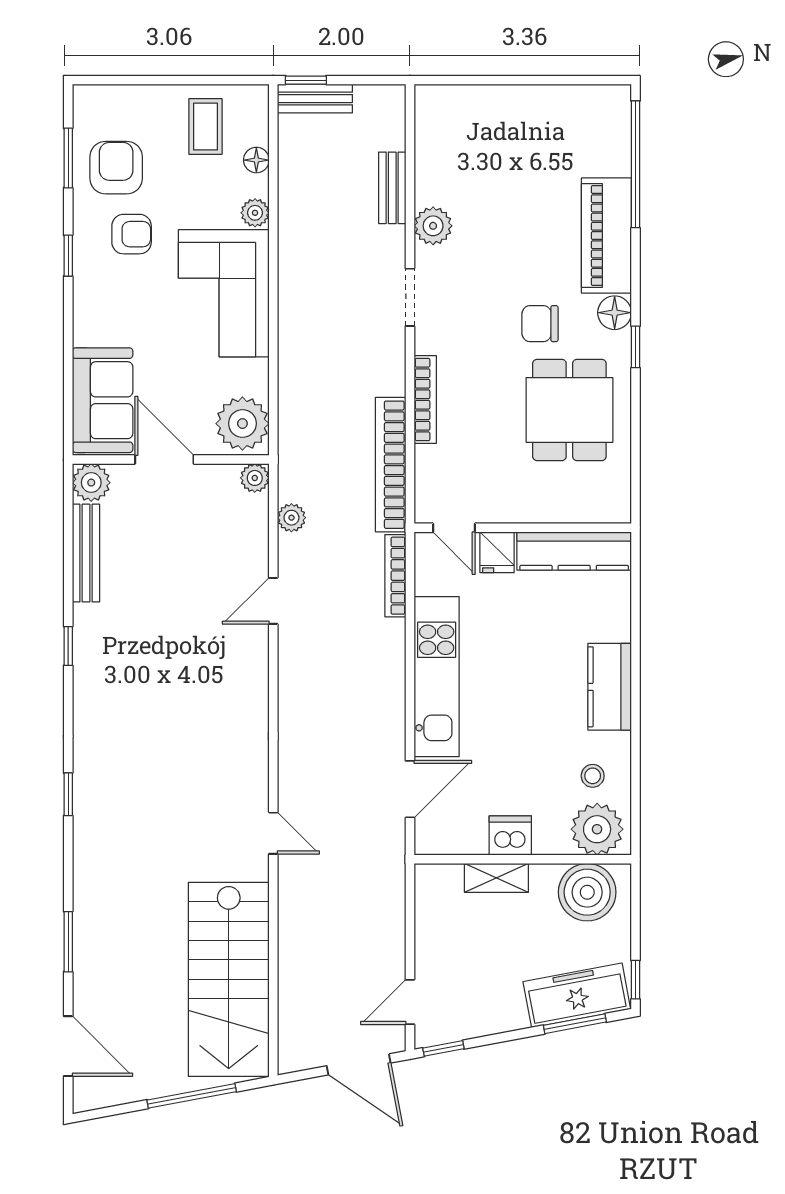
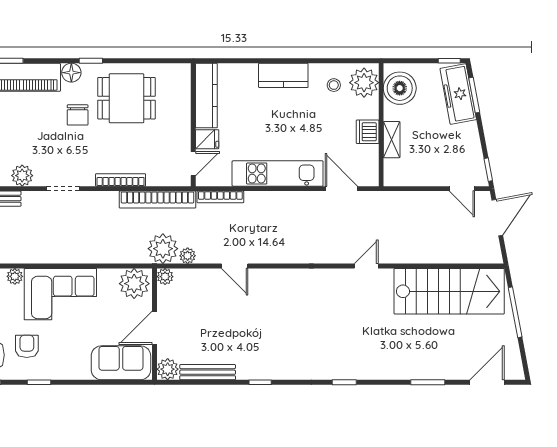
plant: (304, 474) -> (163, 249), added

